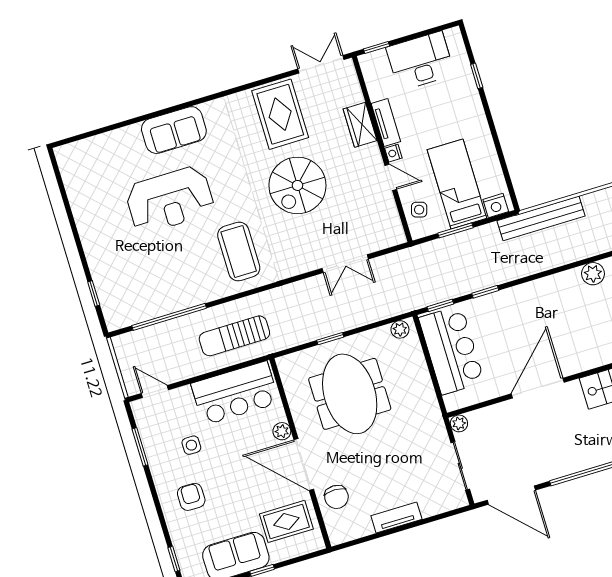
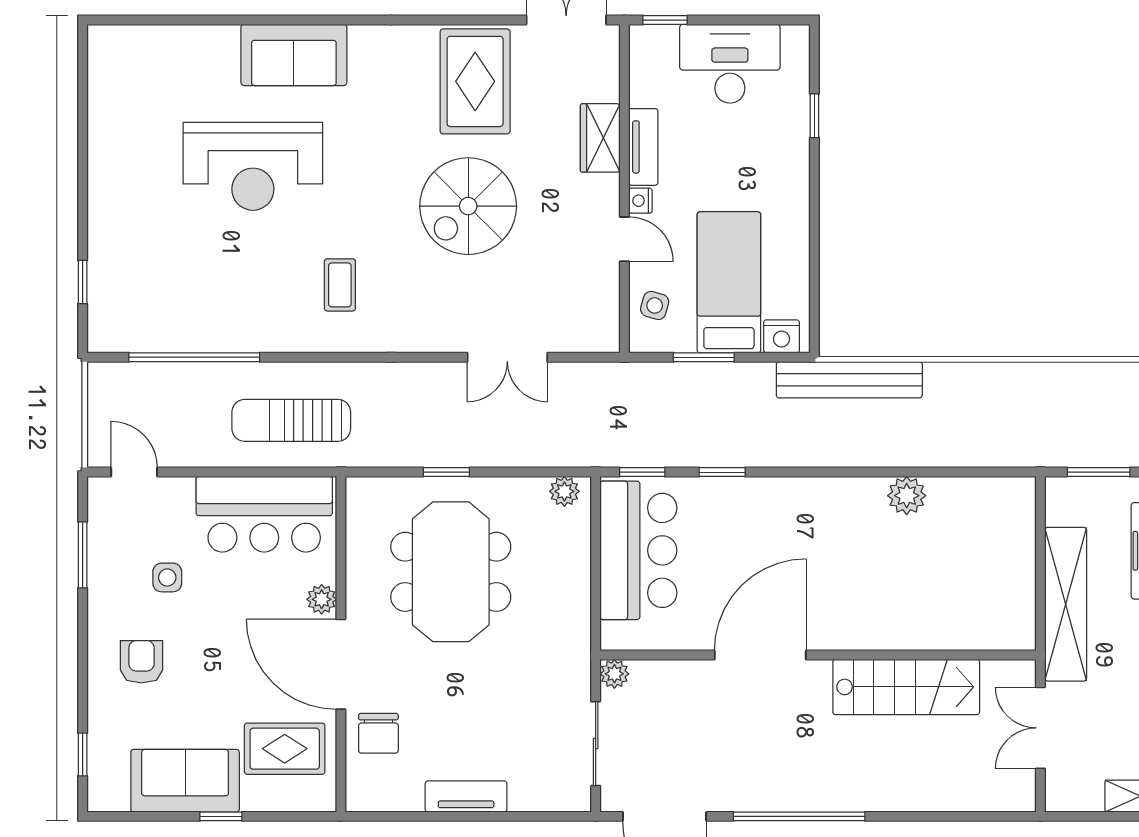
coffee table: (239, 251) -> (340, 285), width x0.54, depth x0.58

